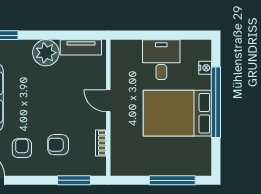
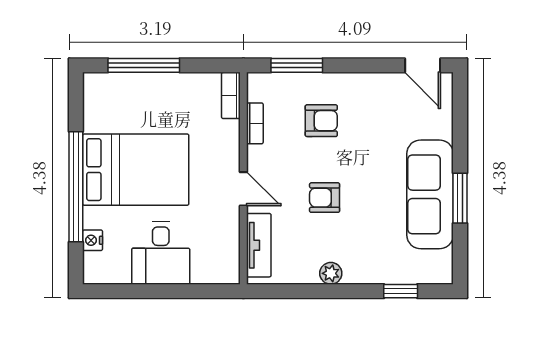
tv unit: (81, 47) -> (259, 245), moved, turned 90
plant: (46, 53) -> (331, 273), width x0.53, depth x0.53
armchair: (22, 148) -> (325, 198), moved, turned 90
bookcase: (116, 161) -> (231, 95), added

